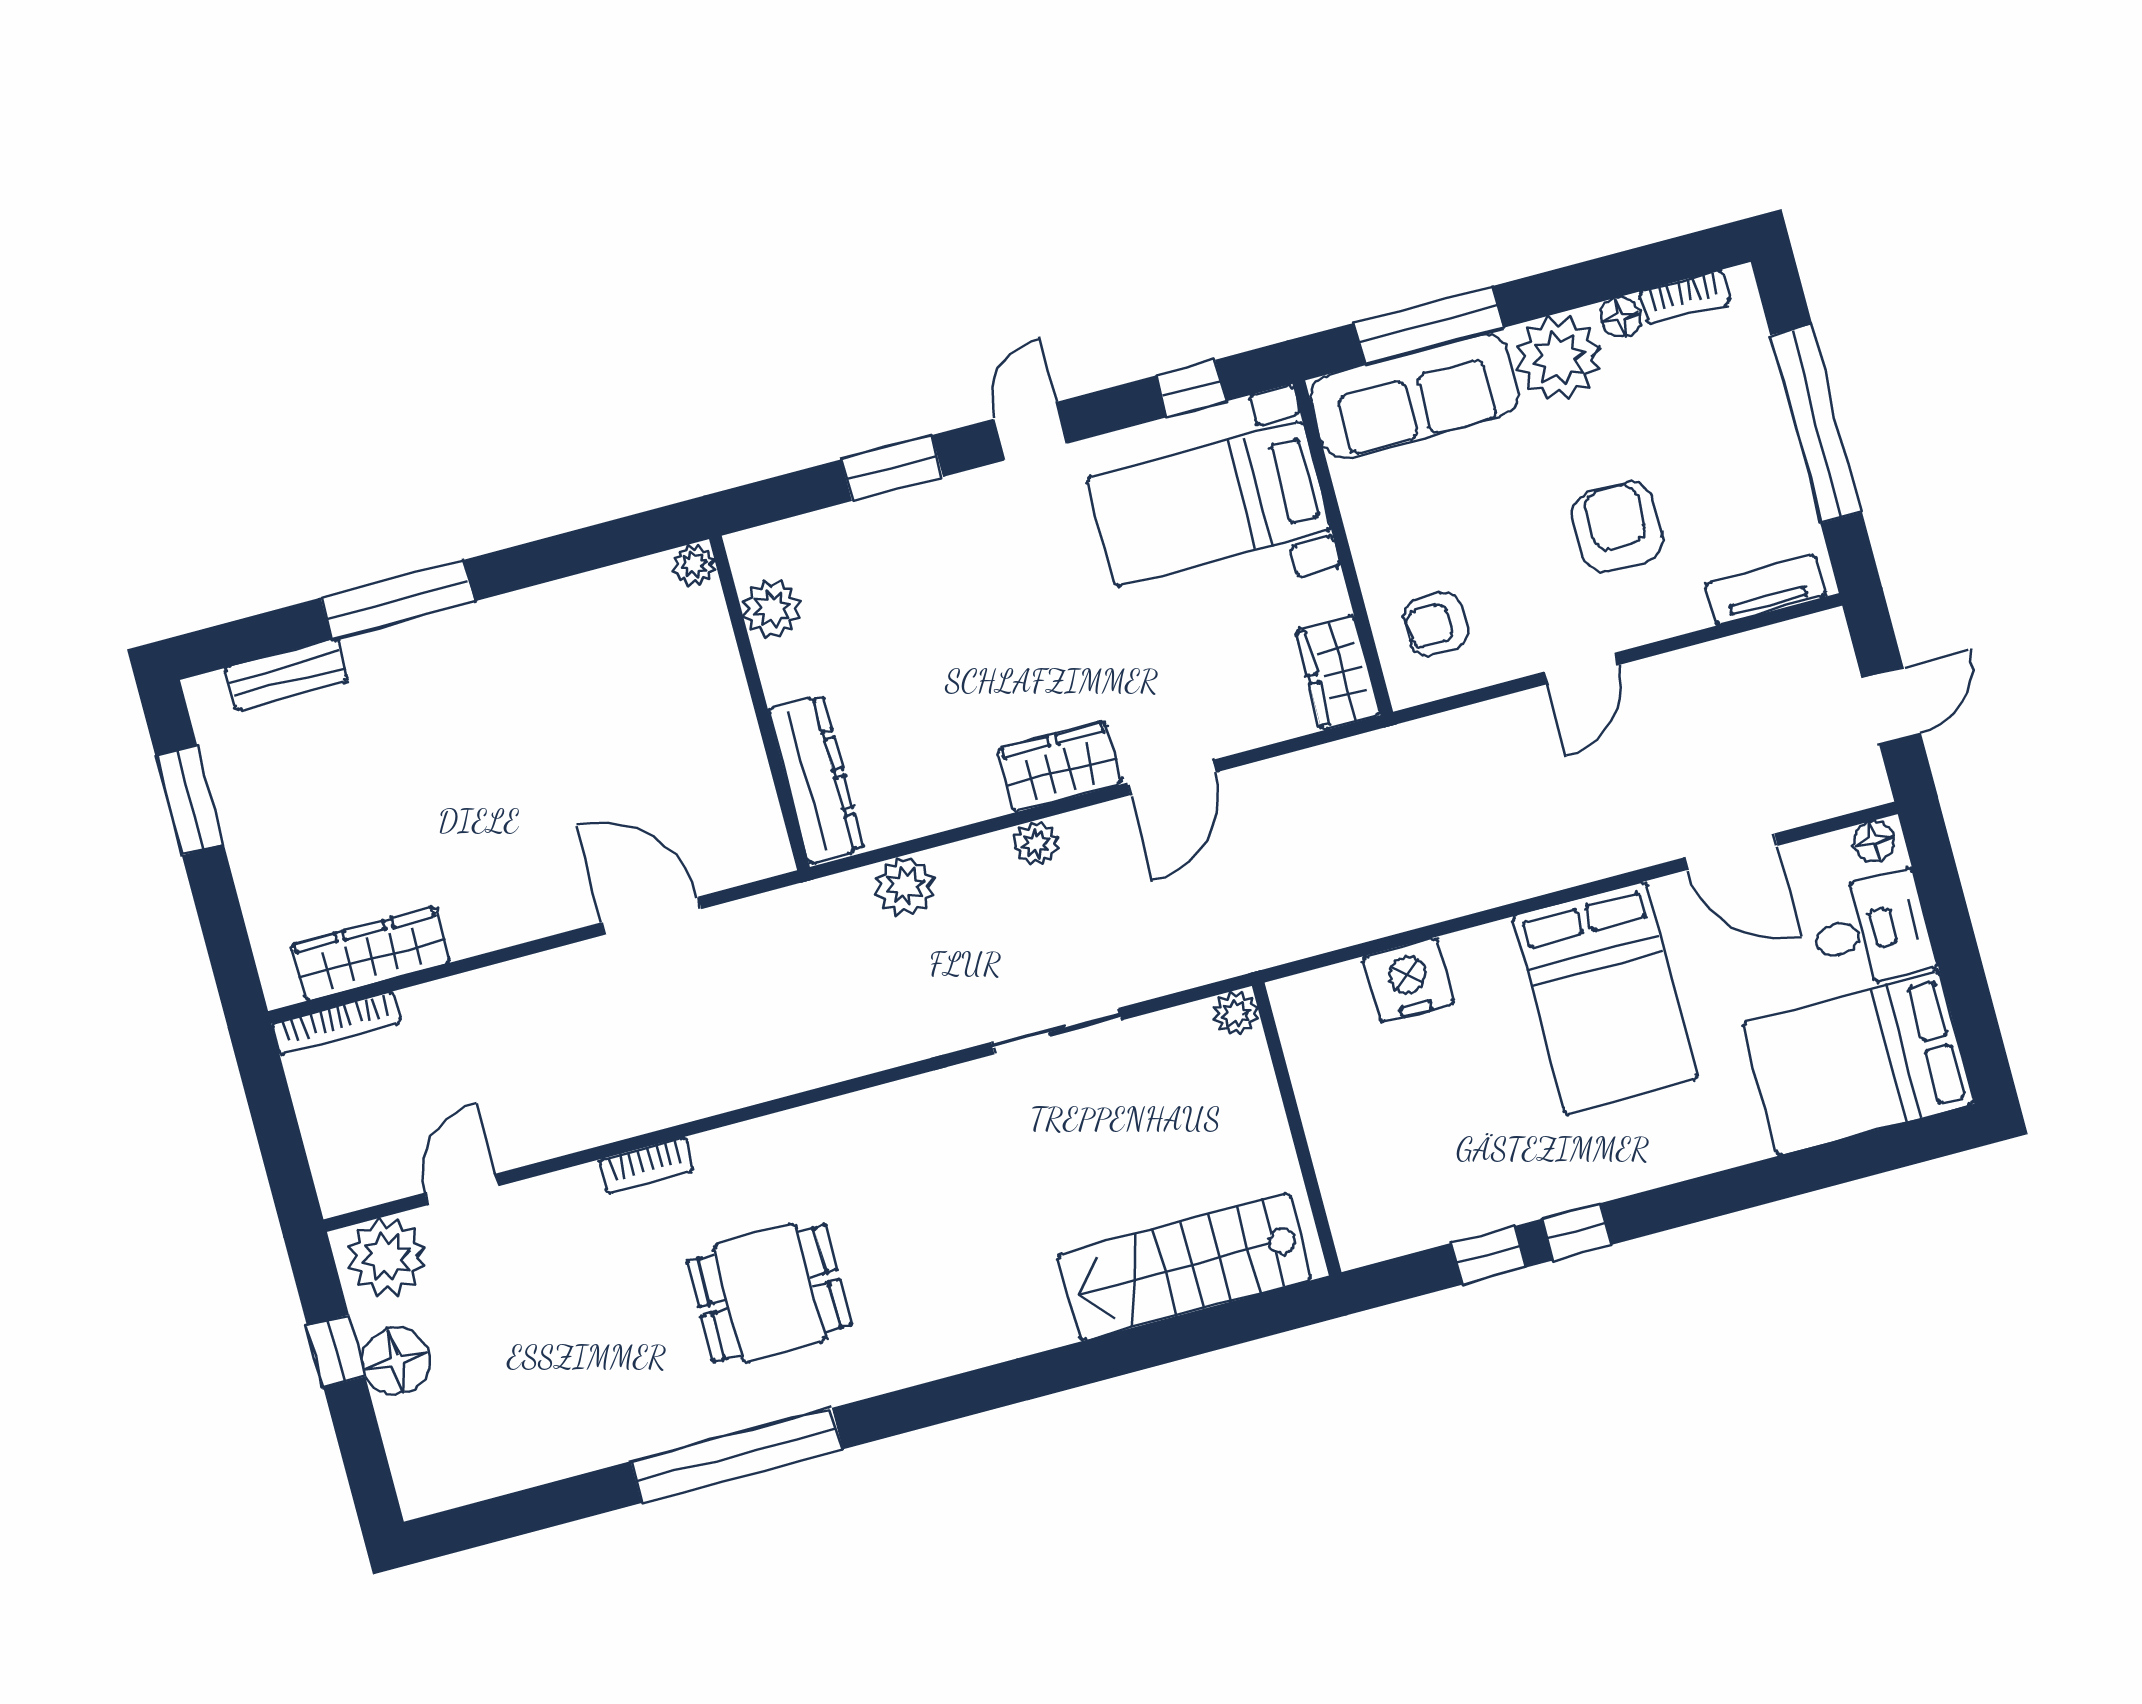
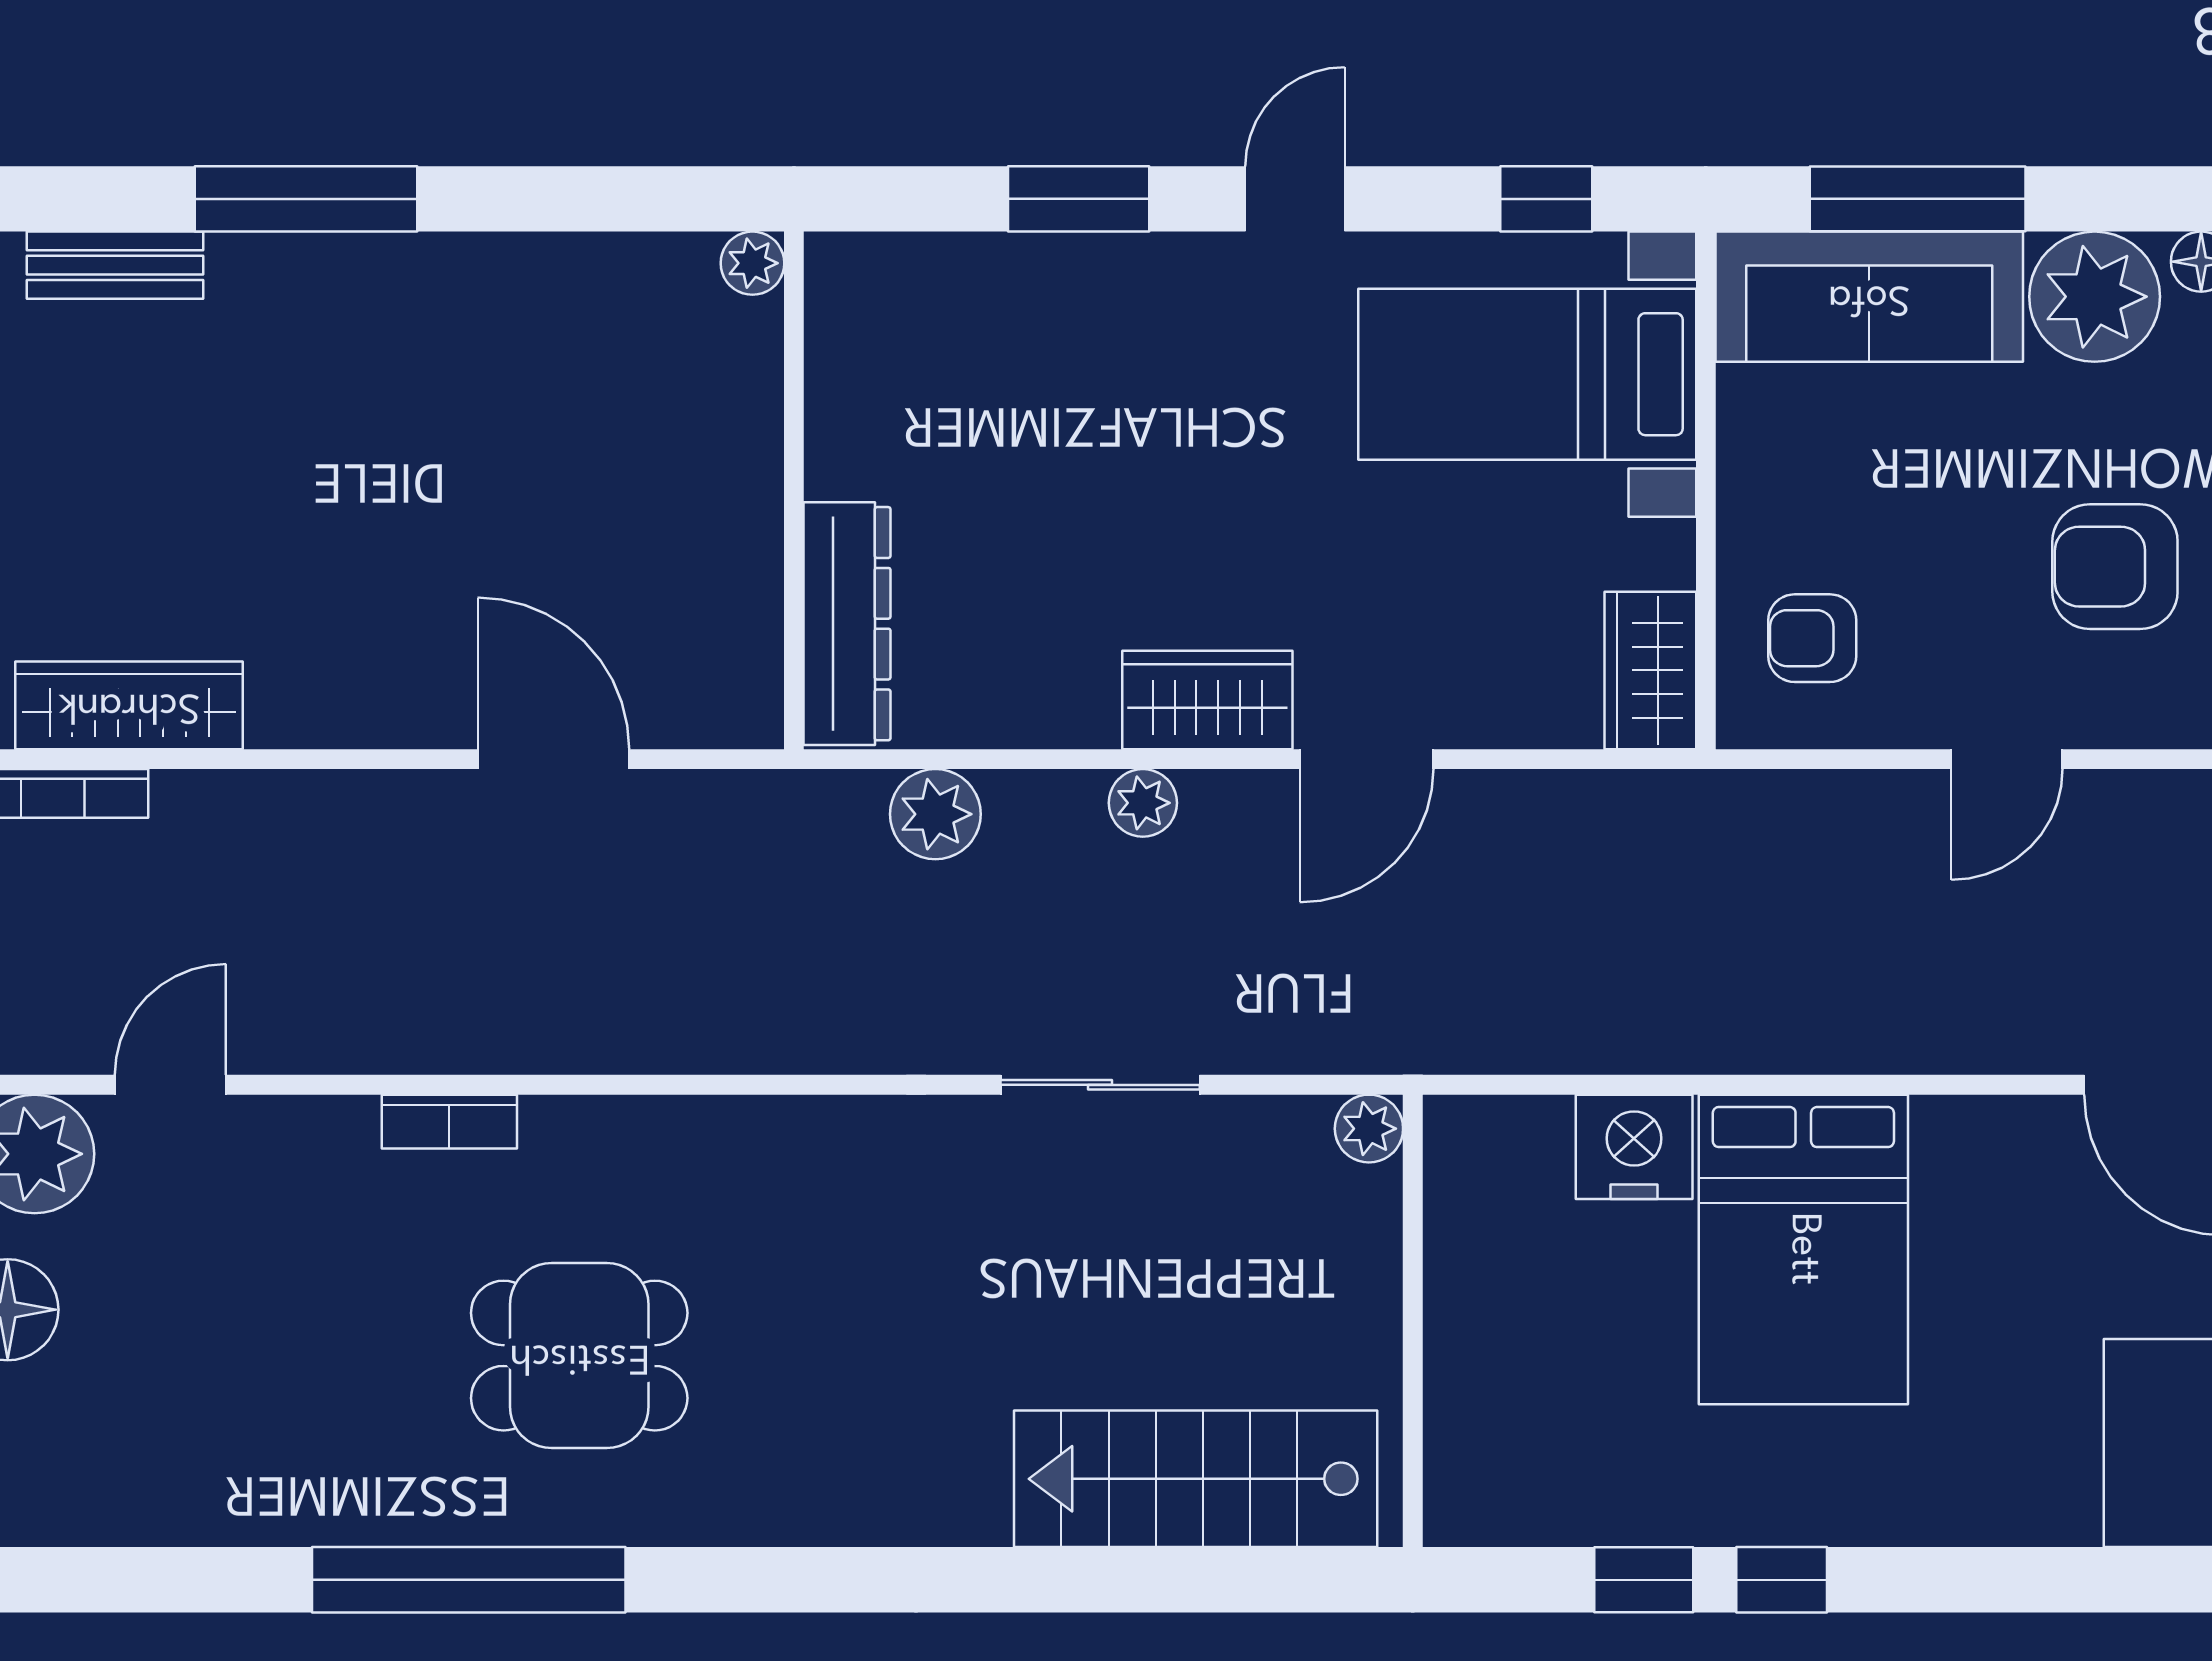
armchair: (1617, 527) -> (2115, 567), turned -90
plant: (772, 609) -> (848, 358), removed
bed: (1605, 998) -> (1803, 1249), moved

